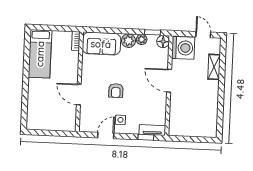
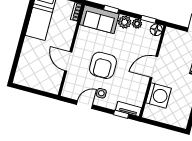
window: (112, 31) -> (111, 9), added
washing machine: (183, 48) -> (159, 96), moved
door: (169, 81) -> (154, 67), hinge flipped
armchair: (116, 91) -> (103, 65), width x1.88, depth x1.88

